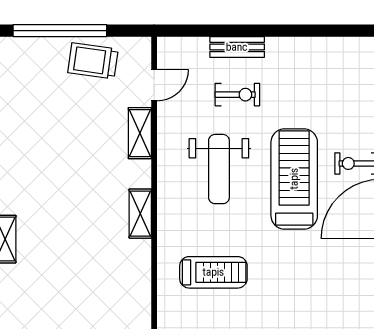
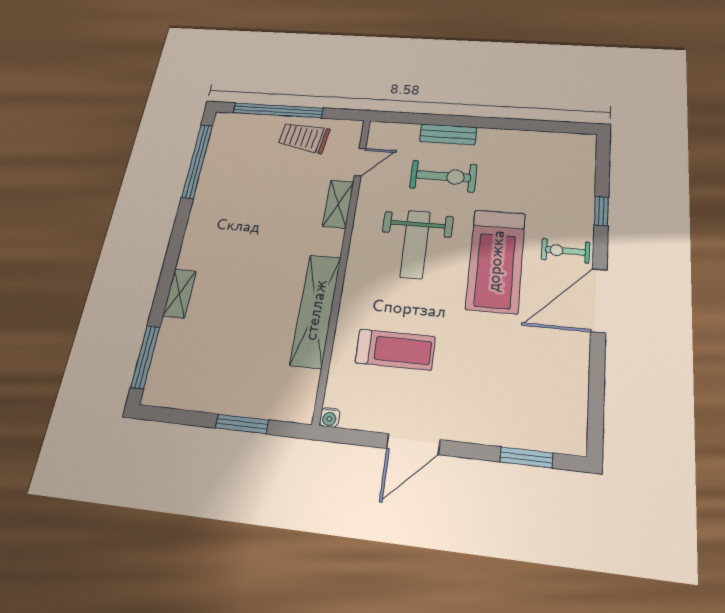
exercise bike: (237, 95) -> (443, 176), width x1.38, depth x1.39
treadmill: (294, 179) -> (496, 261), turned 180
shelving: (140, 214) -> (316, 310), width x2.20, depth x1.33

